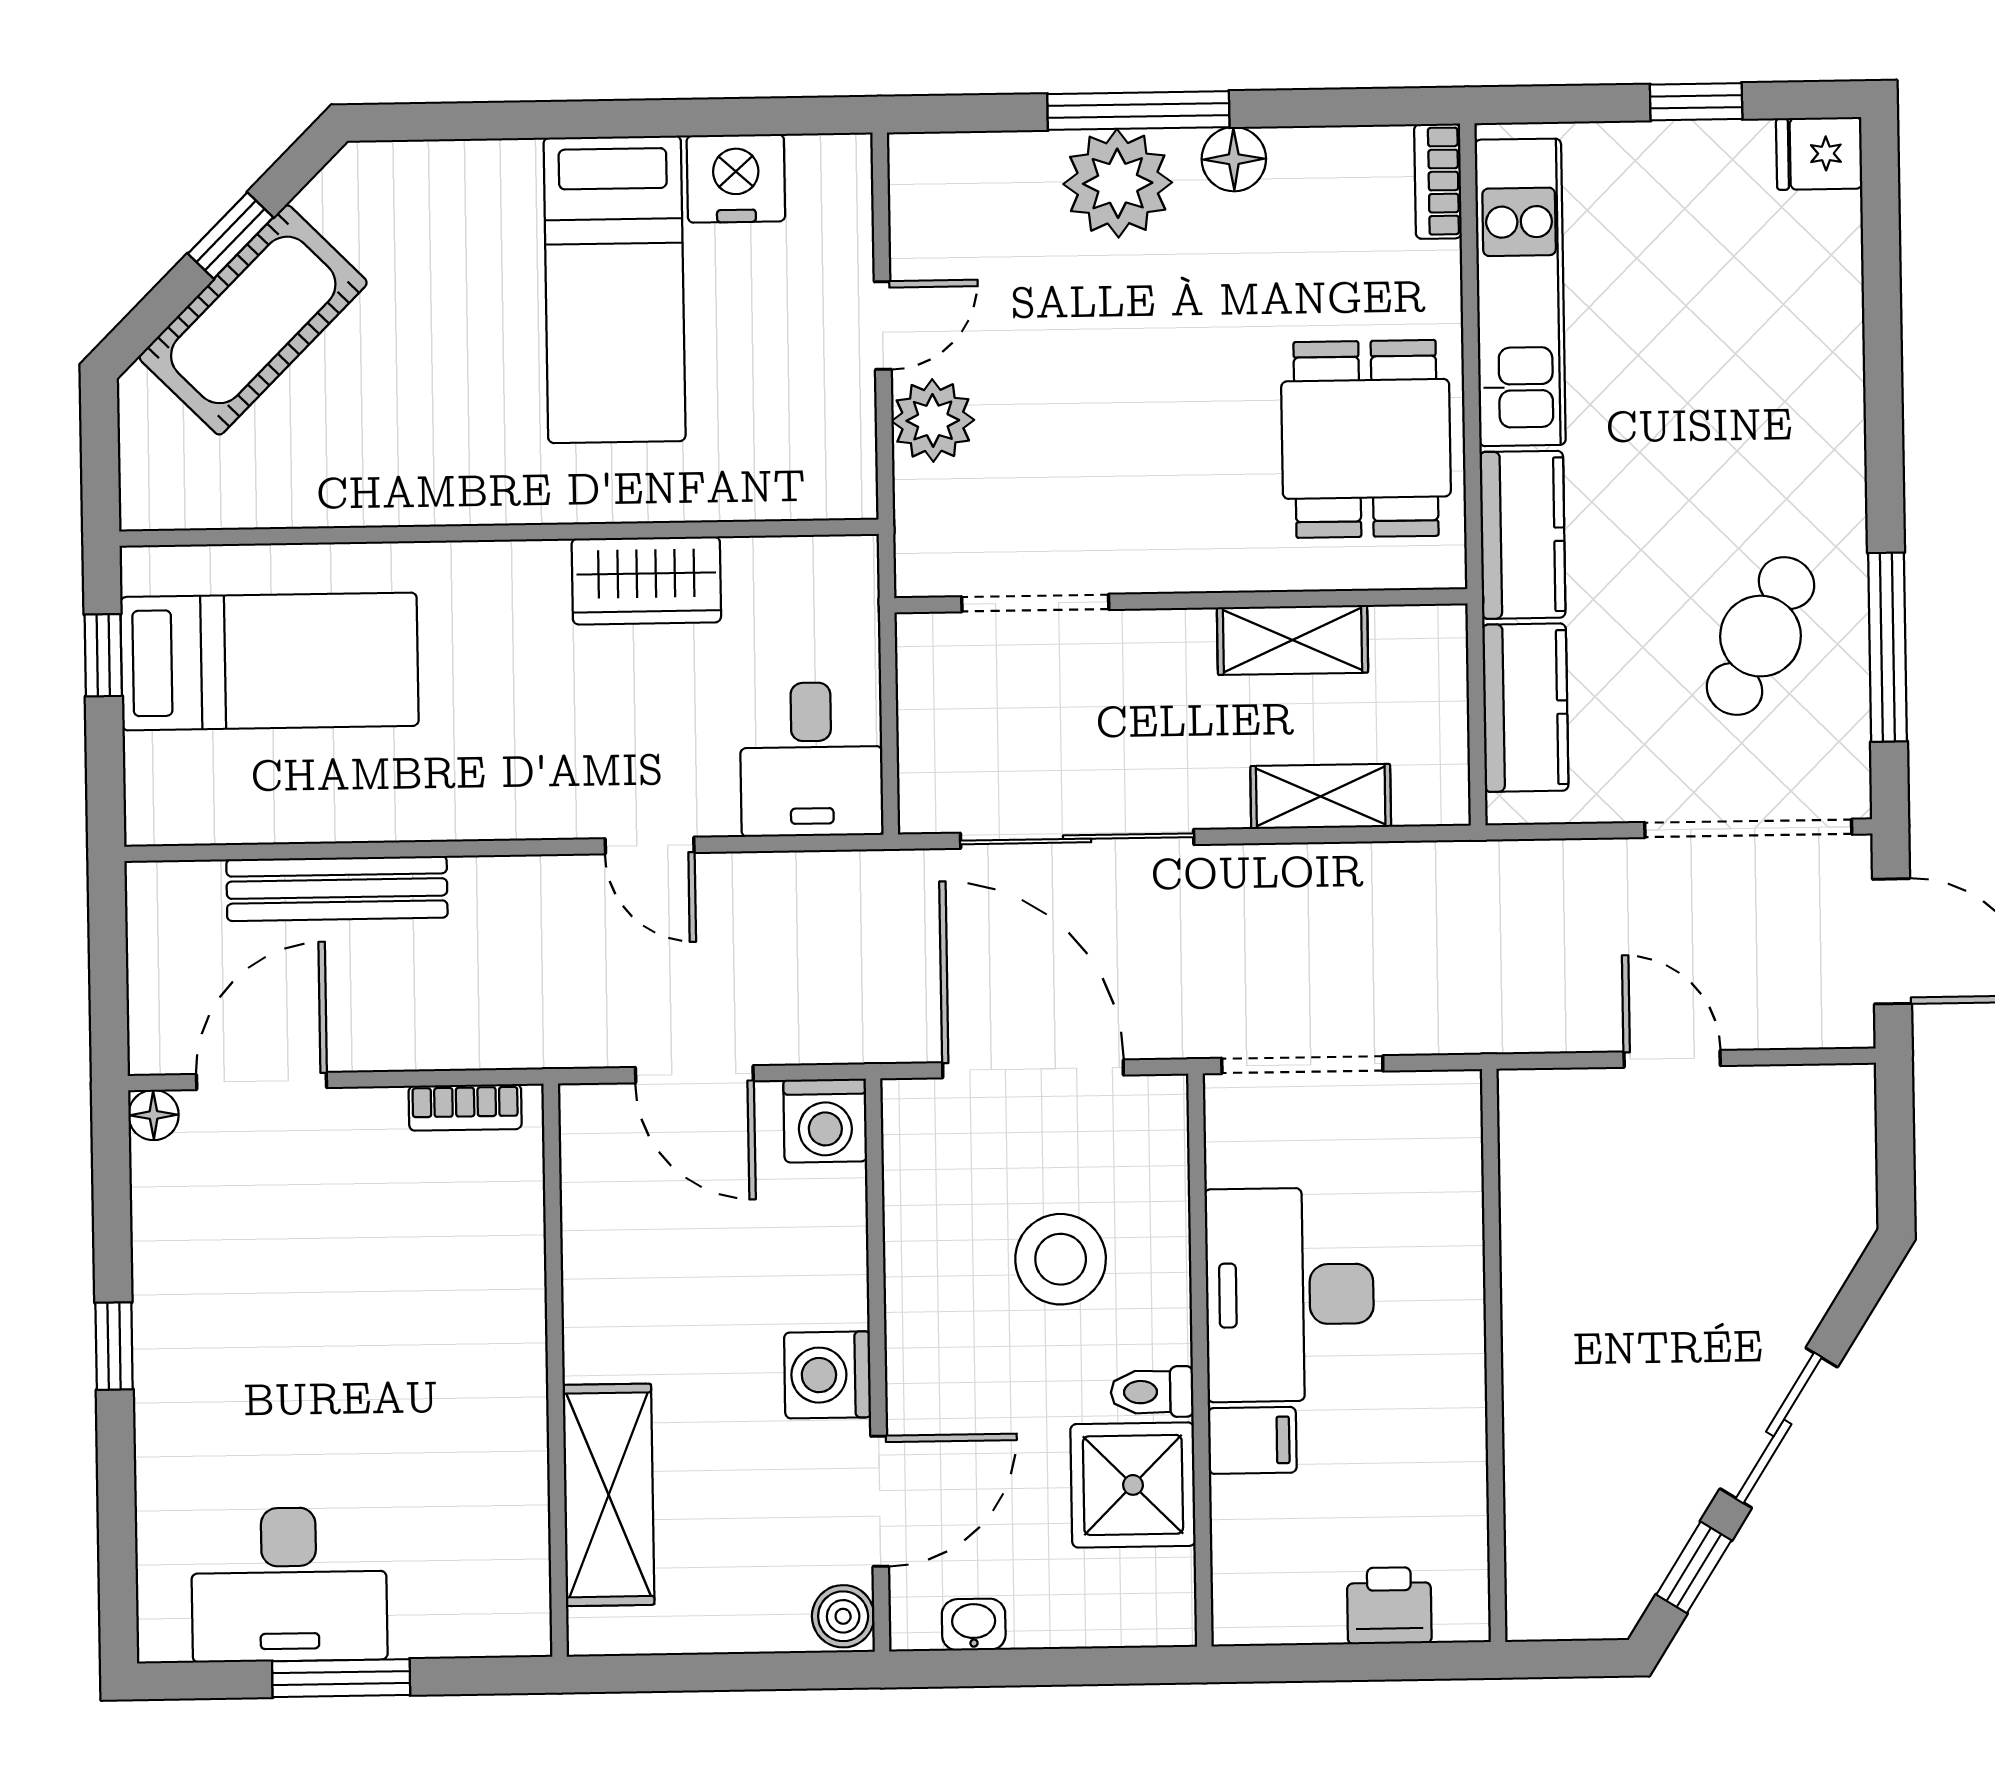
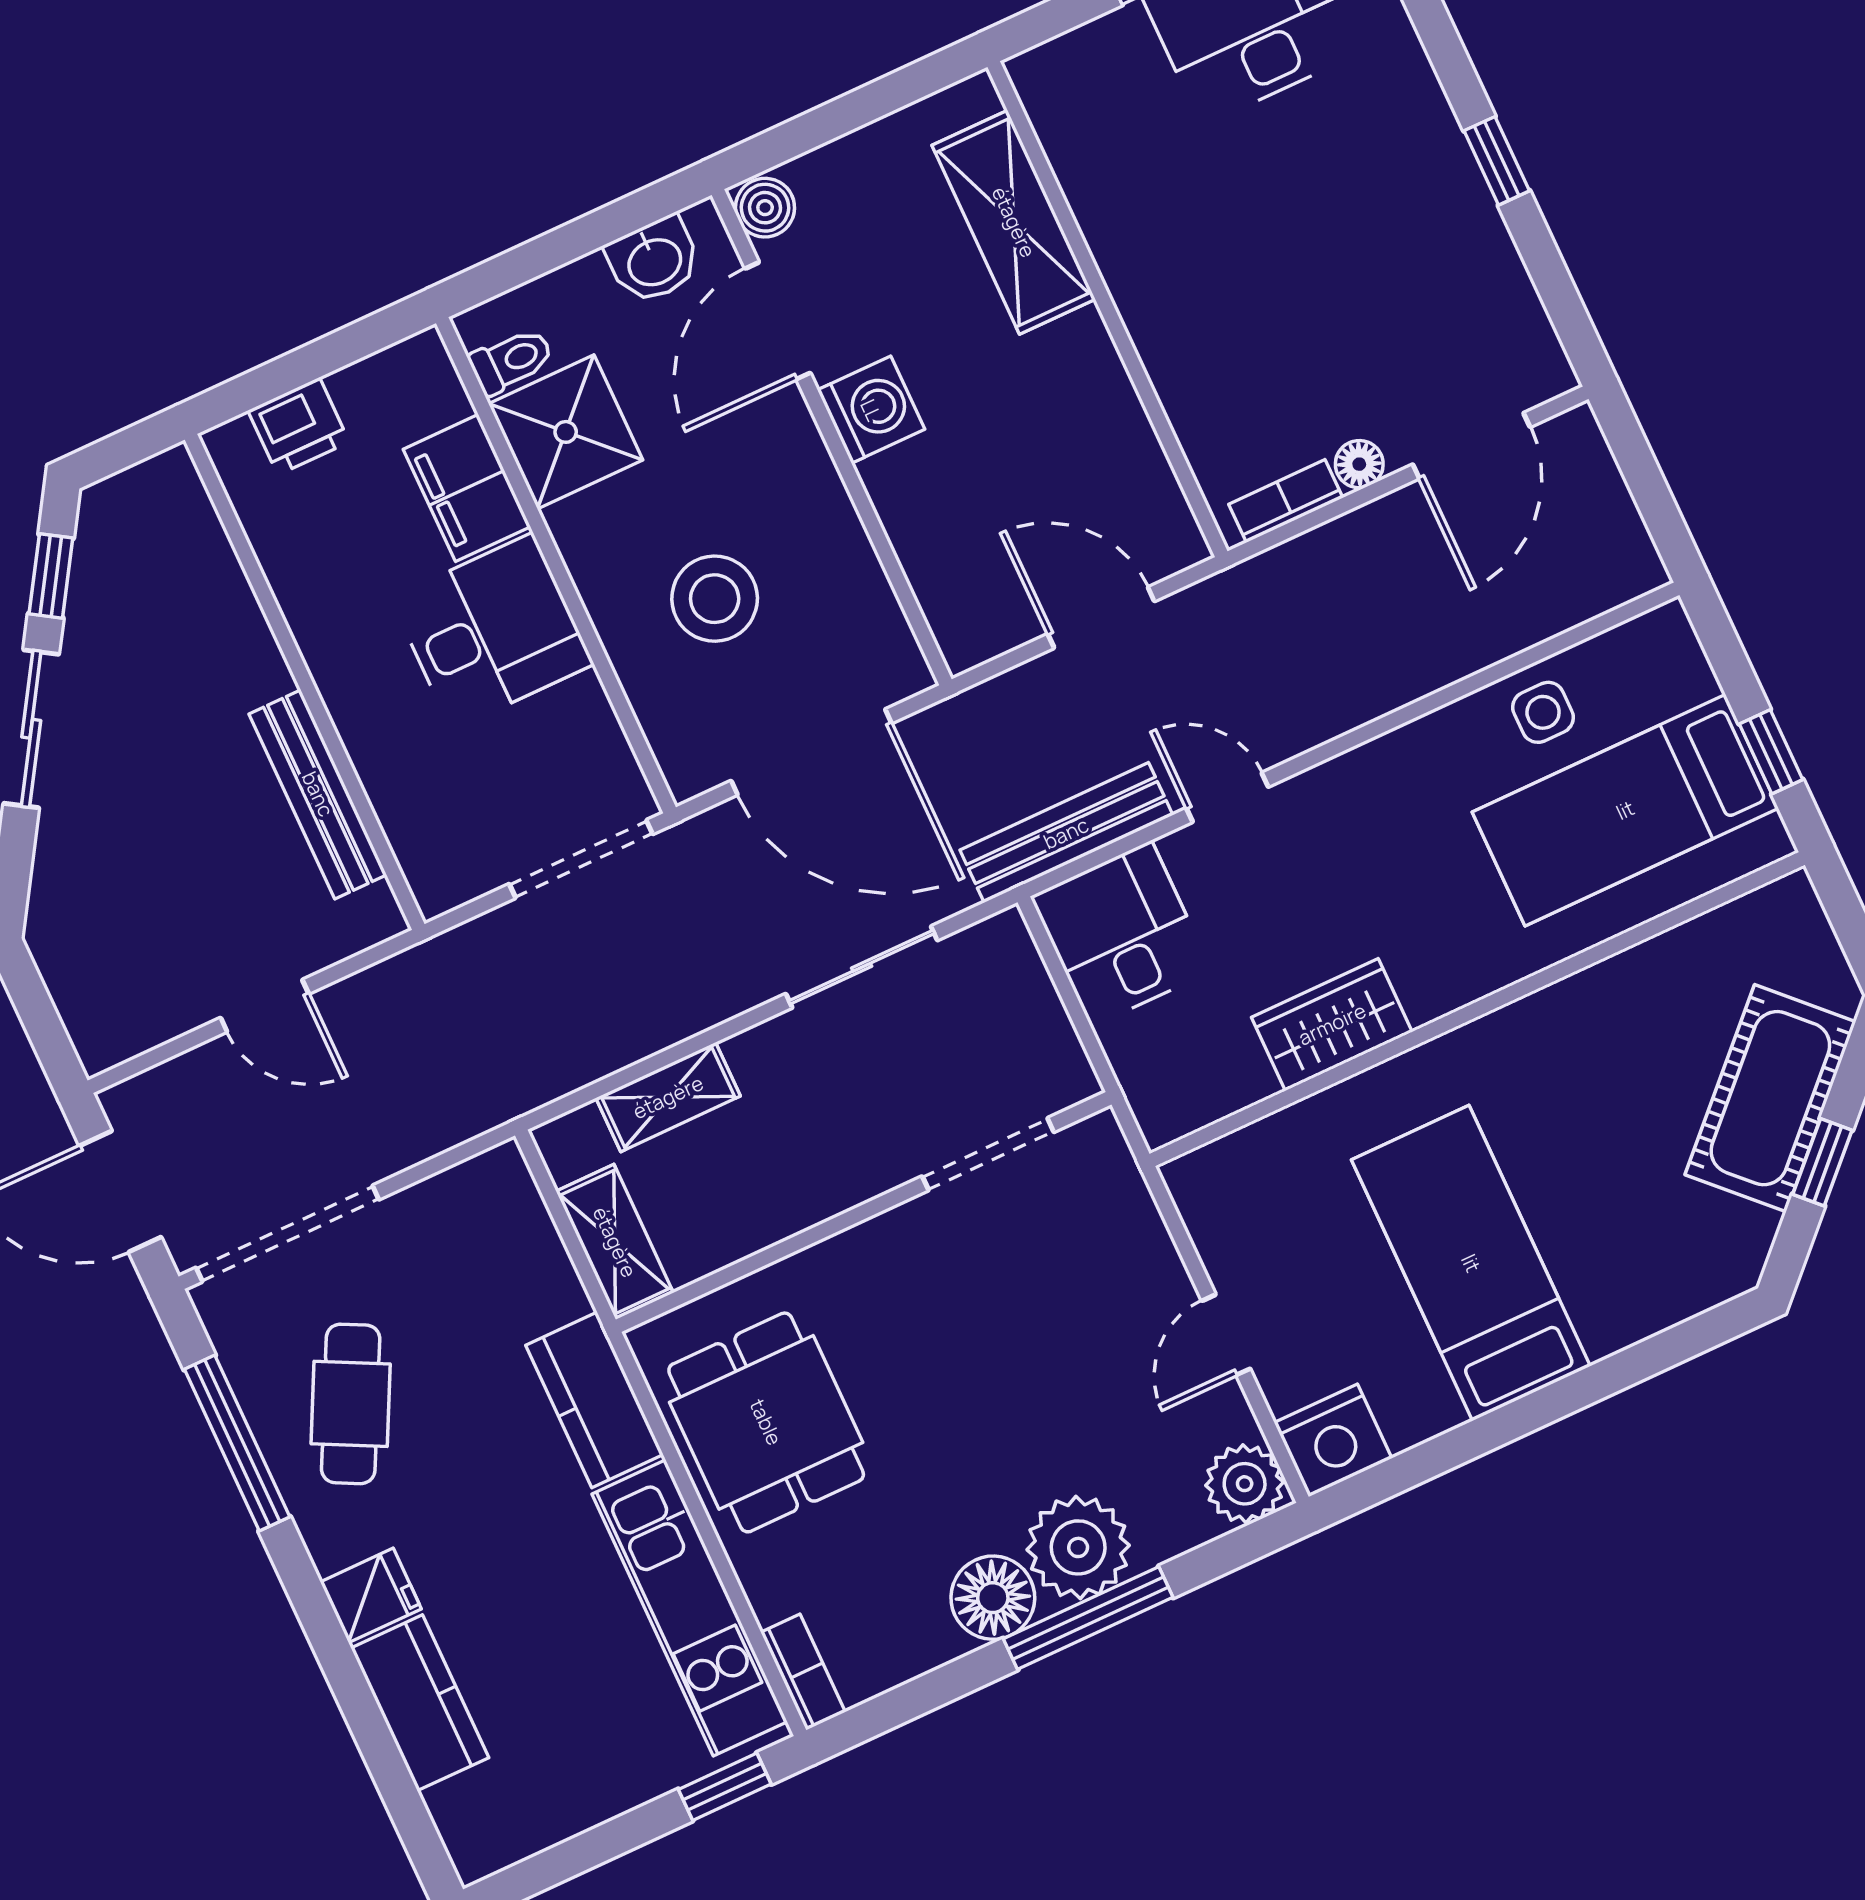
window: (1696, 102) -> (725, 1787), moved
fridge: (1819, 154) -> (371, 1595), moved
floor lamp: (1234, 159) -> (993, 1598), width x1.38, depth x1.38
nightstand: (736, 178) -> (1333, 1440), moved
plant: (933, 420) -> (1245, 1484), moved
shelving: (1292, 640) -> (615, 1242), moved, turned 90
kitchen counter: (1525, 708) -> (420, 1703), moved, turned 180
side table: (307, 792) -> (1543, 712), added
sliding door: (1077, 839) -> (862, 967), width x0.73
bench: (337, 889) -> (1066, 833), moved
floor lamp: (154, 1115) -> (1359, 464), moved
washing machine: (825, 1121) -> (971, 628), removed
bench: (1529, 1241) -> (318, 794), added
desk: (1290, 1295) -> (492, 631), width x0.73
toilet: (1152, 1392) -> (511, 361), moved
filing cabinet: (1252, 1440) -> (467, 488), width x2.00
washbasin: (974, 1625) -> (654, 260), width x1.38, depth x1.45

